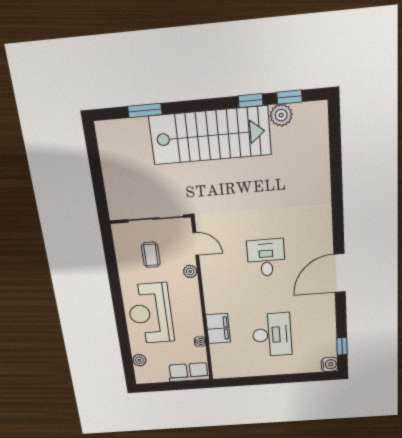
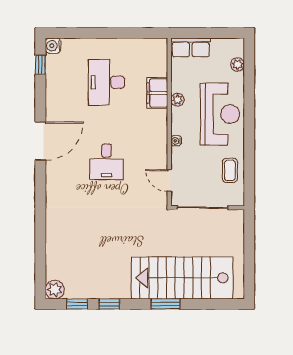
window: (145, 110) -> (166, 304), moved
plant: (281, 115) -> (55, 290), moved
stairs: (210, 135) -> (182, 278), moved
coffee table: (151, 255) -> (230, 170), moved
plant: (190, 271) -> (177, 100), moved
water cooler: (200, 342) -> (176, 141), moved

